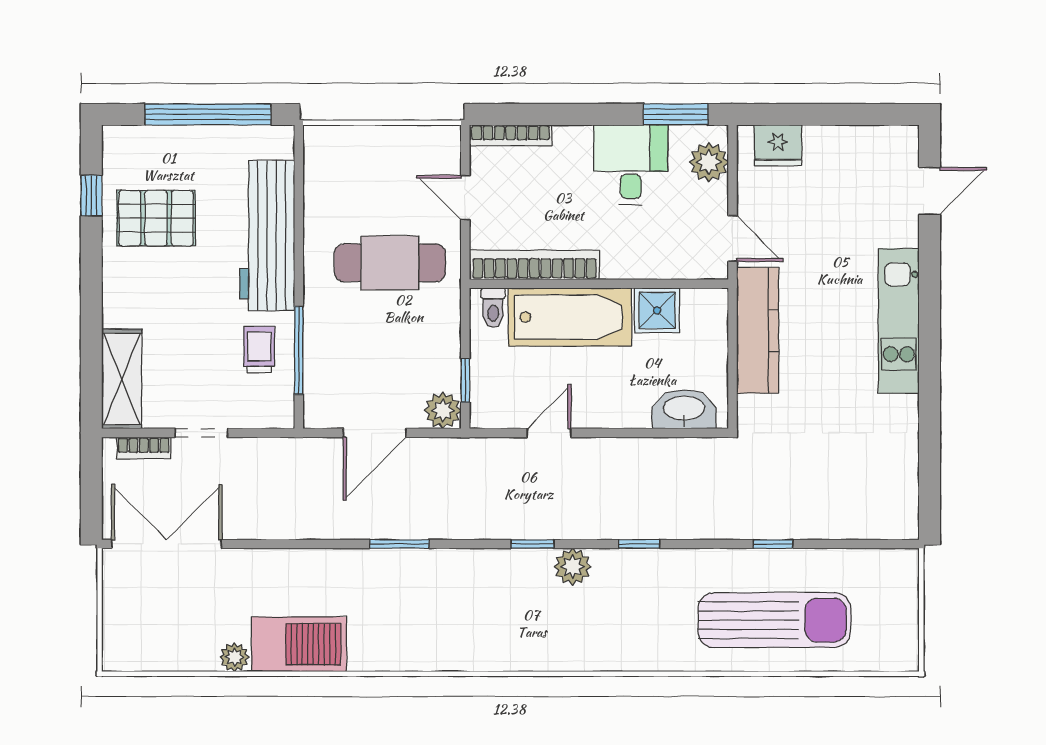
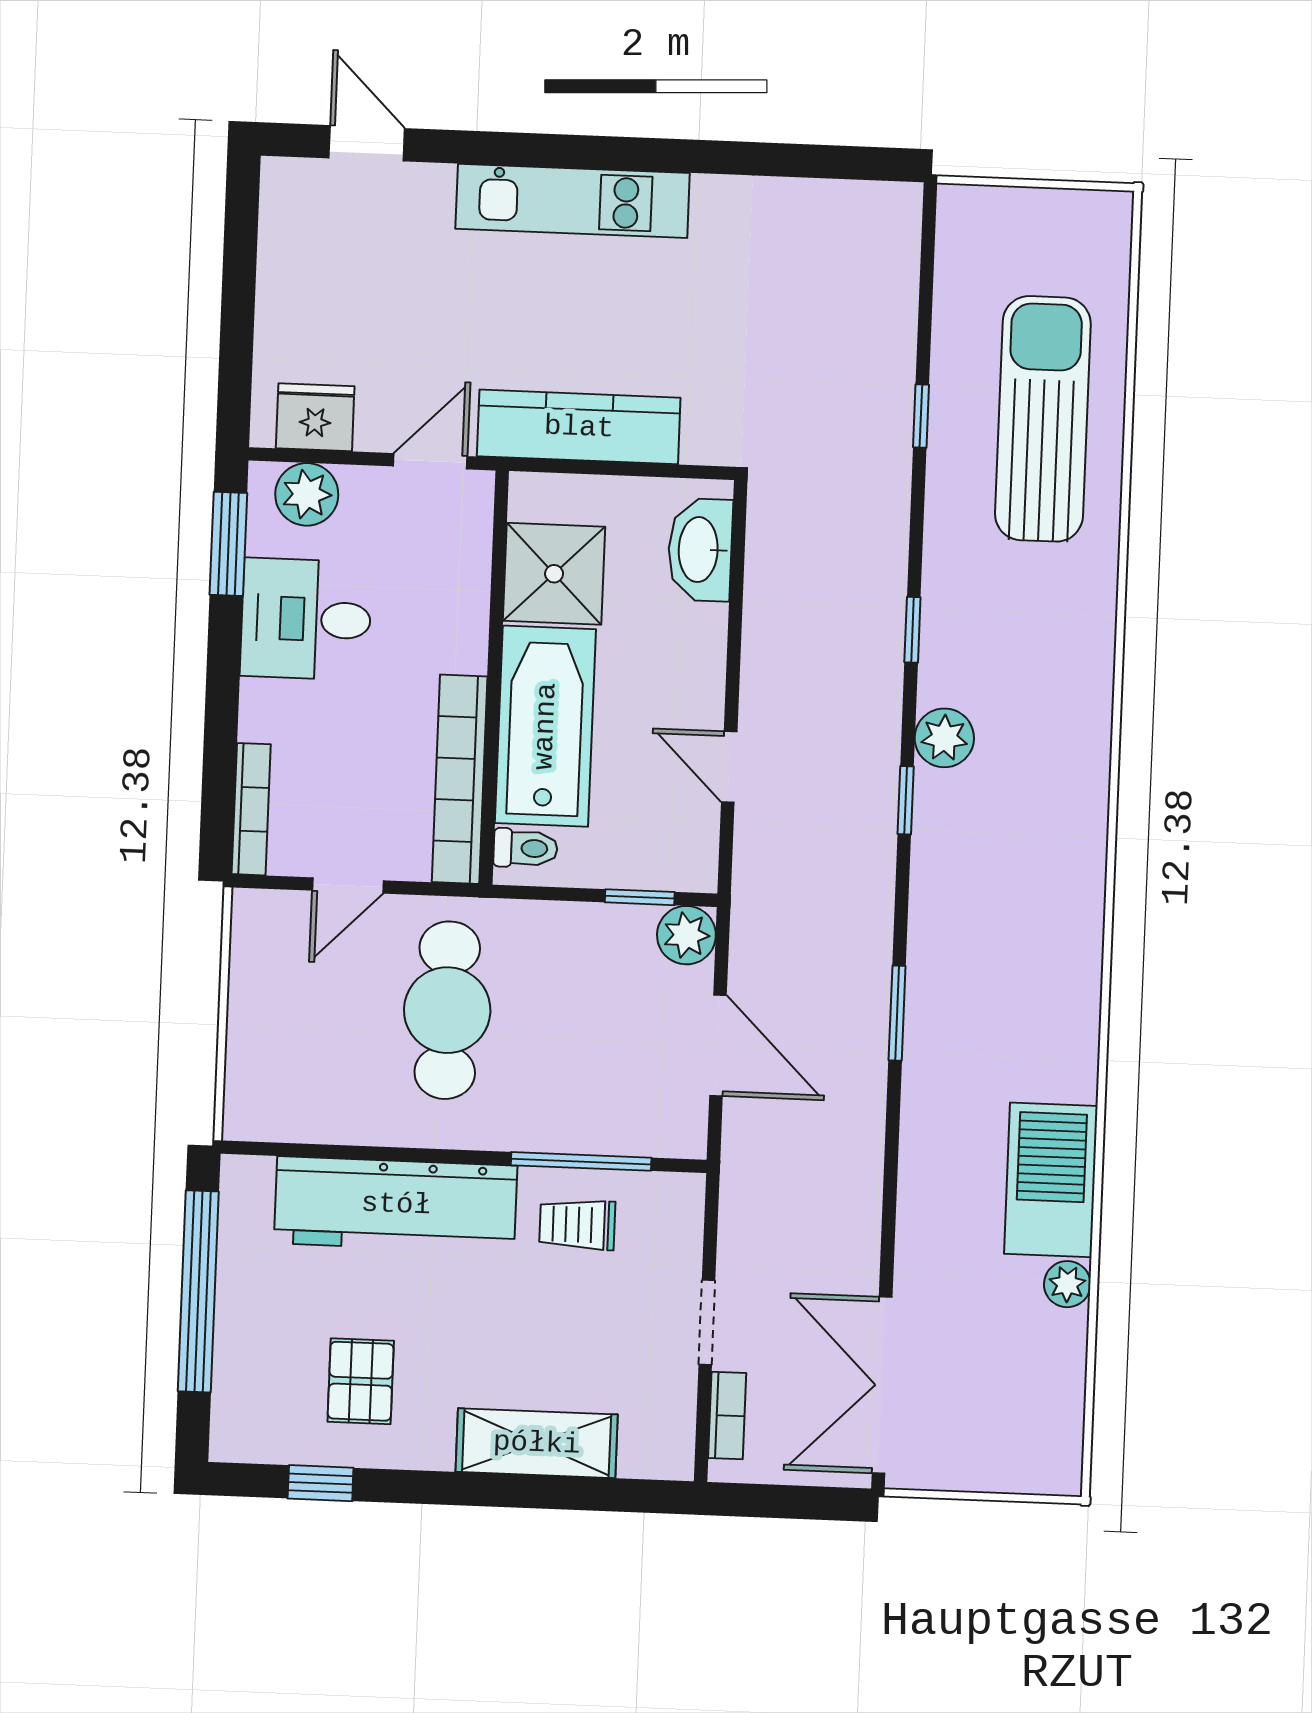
fridge: (778, 145) -> (315, 417), moved, turned -90
pallet: (156, 218) -> (361, 1381), width x0.67, depth x0.71
shower: (657, 310) -> (554, 574), width x1.36, depth x1.36
shelving: (122, 379) -> (537, 1443), moved

